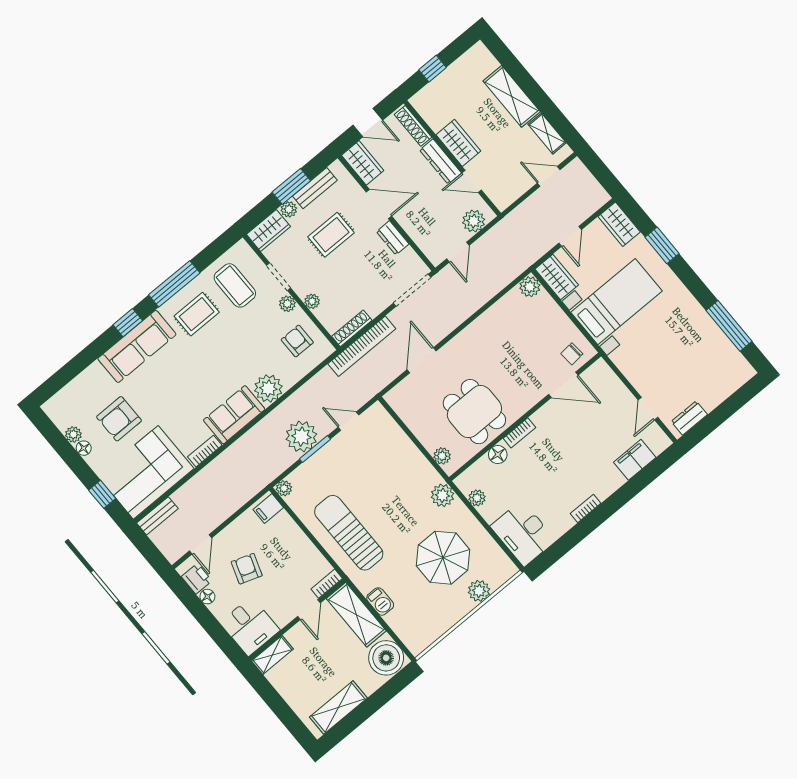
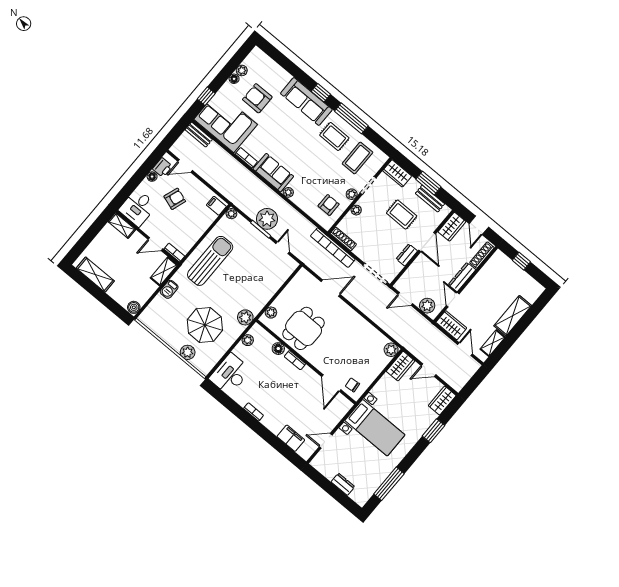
wardrobe: (458, 143) -> (451, 325), moved, turned -90
plant: (289, 209) -> (413, 184), removed
bed with nightstands: (617, 302) -> (375, 428), moved
plant: (268, 388) -> (288, 192), width x0.53, depth x0.53
dresser: (689, 418) -> (343, 484), moved
shelving: (356, 615) -> (164, 271), width x0.67, depth x0.75
boiler: (386, 658) -> (134, 307), width x0.54, depth x0.54

